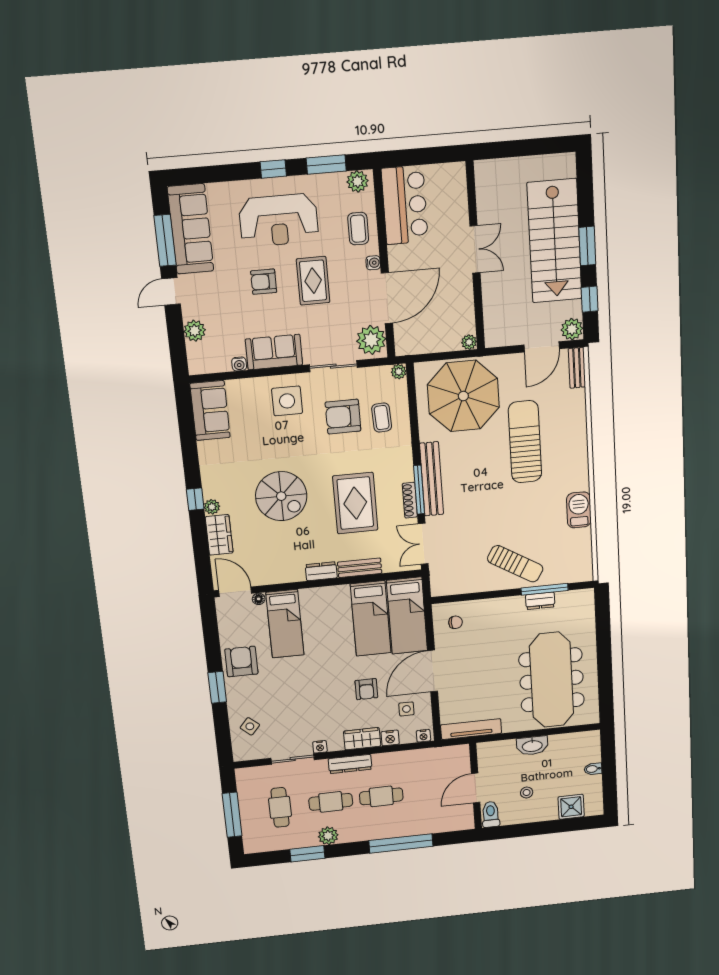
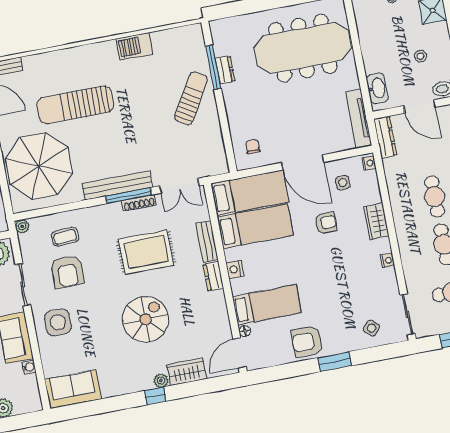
nightstand: (390, 738) -> (235, 269), moved, turned 180
washbasin: (532, 746) -> (377, 88), moved
sliding door: (293, 759) -> (408, 315), moved
dresser: (350, 764) -> (385, 137), moved

